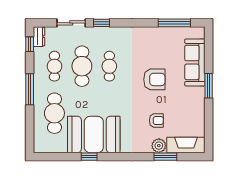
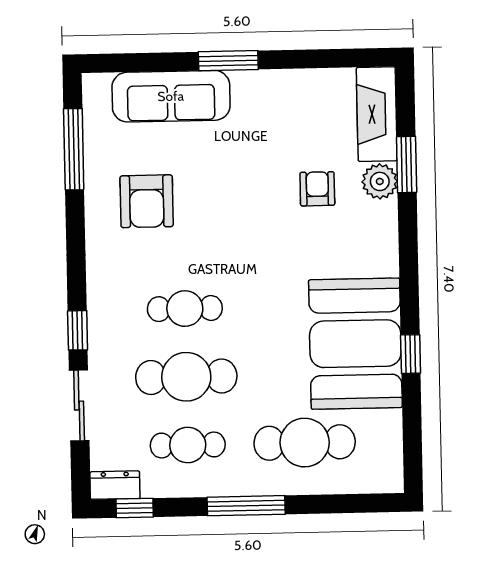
armchair: (154, 79) -> (147, 201), moved, turned 180

